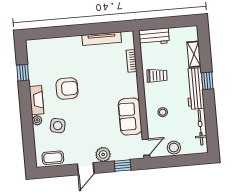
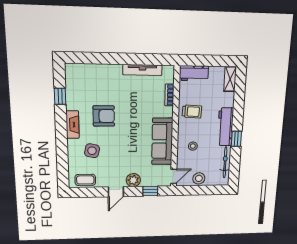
shelving: (194, 54) -> (230, 79), moved
window: (207, 81) -> (236, 139), moved
sofa: (130, 116) -> (162, 141), width x1.36
plant: (37, 120) -> (72, 144), removed

